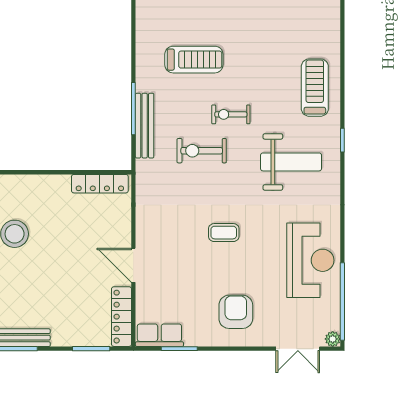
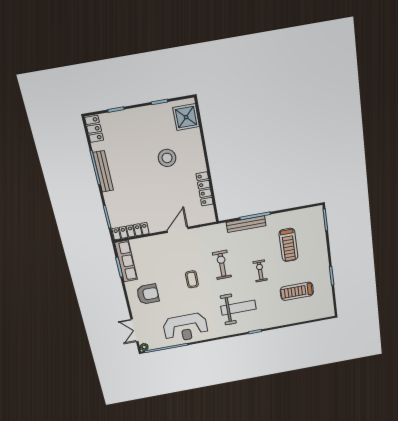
treadmill: (315, 88) -> (297, 291), moved, turned 180
exercise bike: (202, 151) -> (222, 265), moved
weight bench: (291, 162) -> (239, 308), turned -90
locker: (100, 184) -> (205, 189), moved
door: (133, 265) -> (178, 230), moved
row of seats: (159, 335) -> (126, 261), width x1.48

